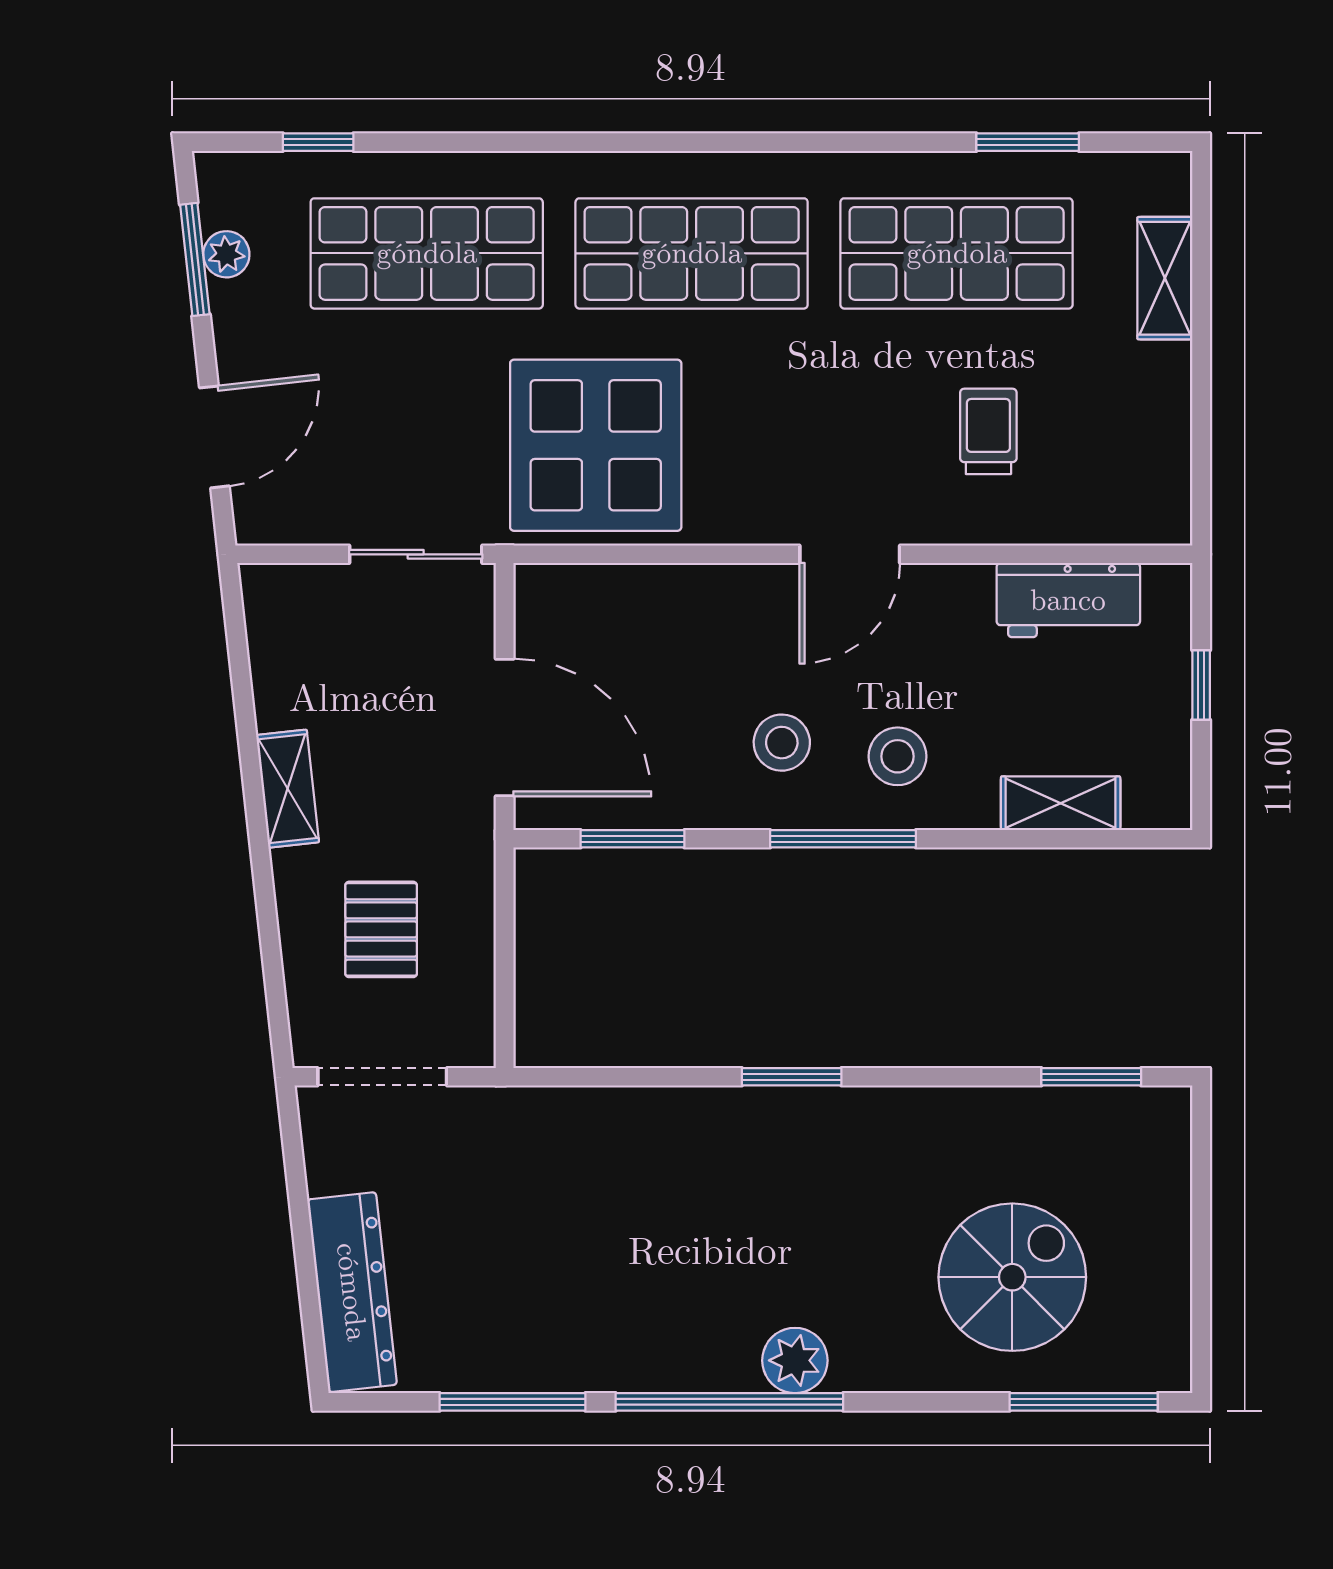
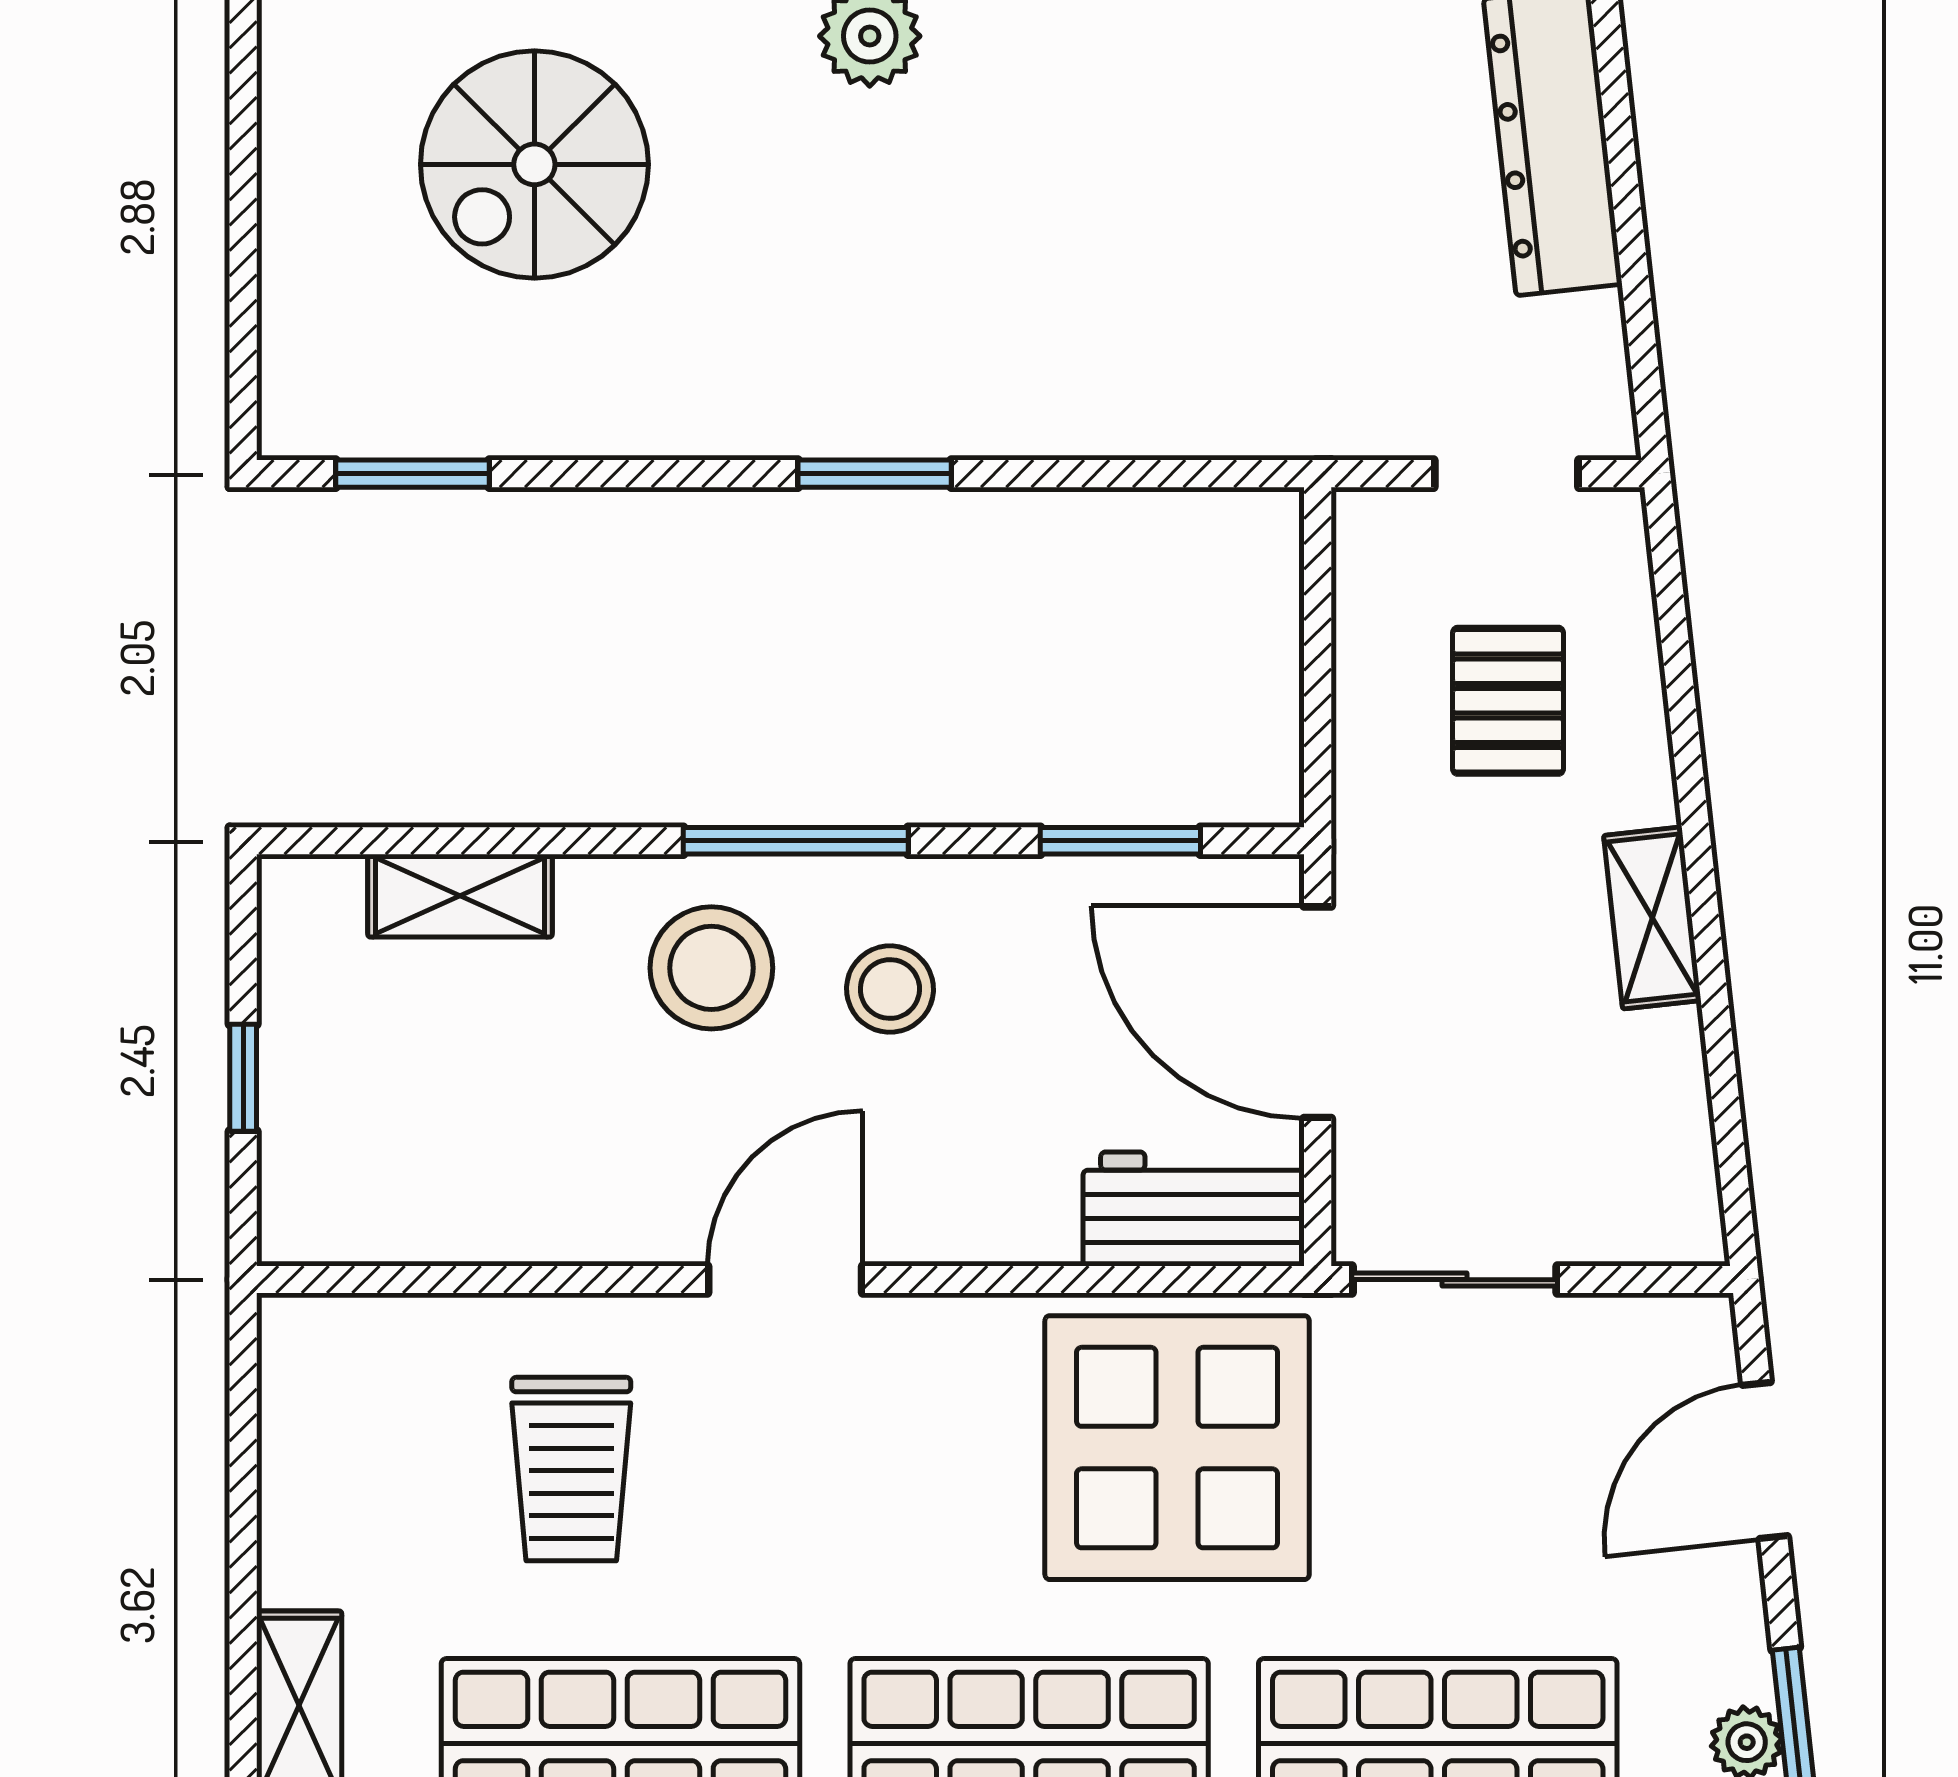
trolley: (988, 431) -> (571, 1469), width x1.36, depth x1.39
workbench: (1068, 600) -> (1194, 1209), moved
stool: (898, 756) -> (711, 968), width x1.38, depth x1.38
doorway: (382, 1077) -> (1506, 474), width x0.73

